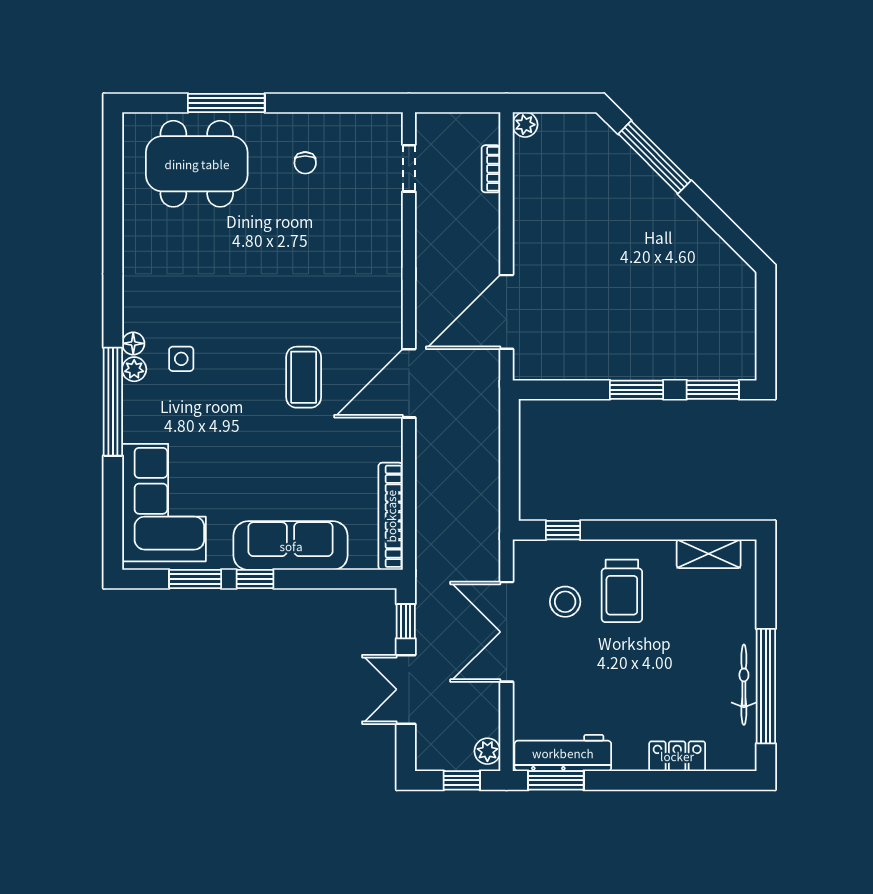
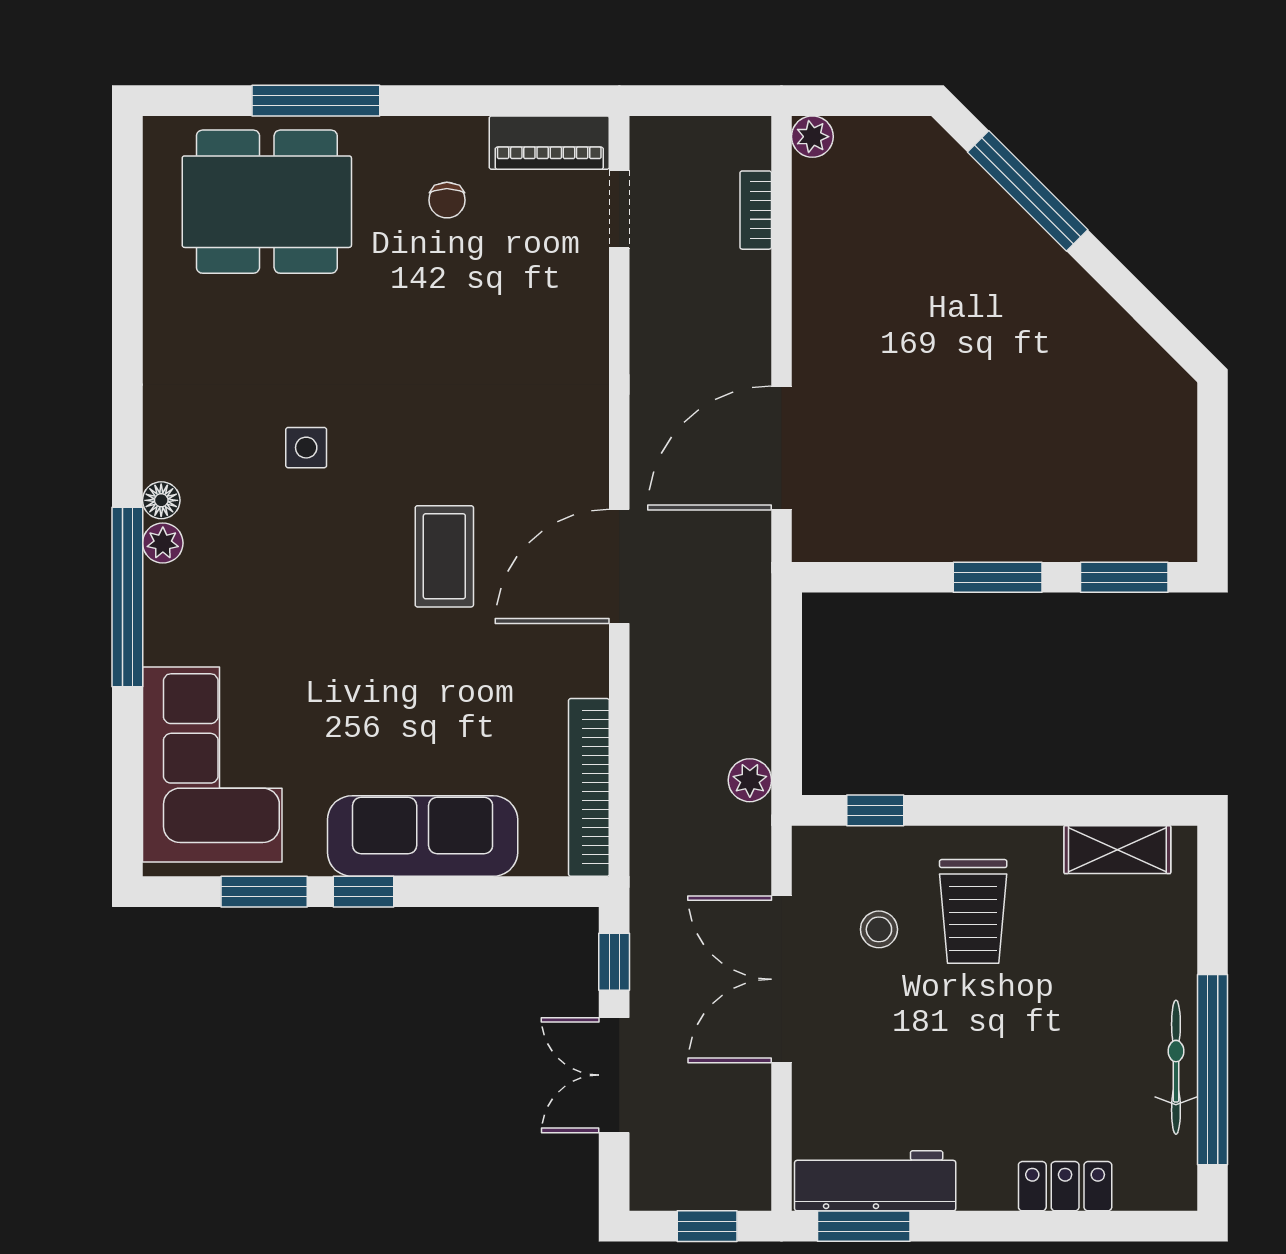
piano: (367, 128) -> (549, 143), added
side table: (181, 359) -> (306, 448), moved
stool: (565, 602) -> (879, 929), width x0.73, depth x0.73
plant: (487, 751) -> (750, 780), moved

